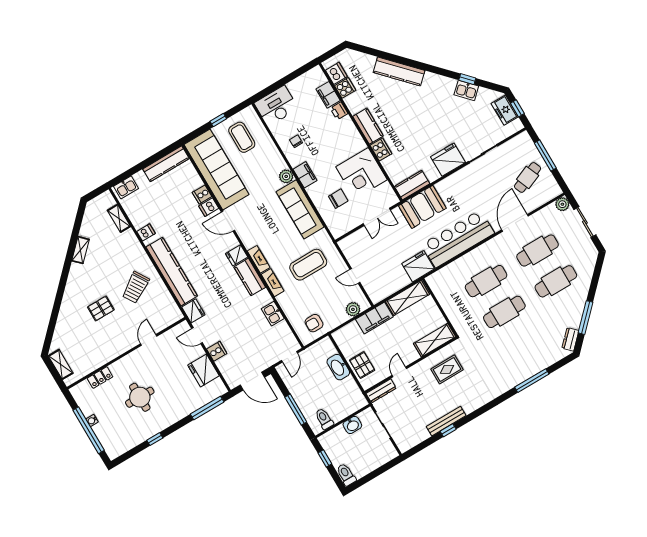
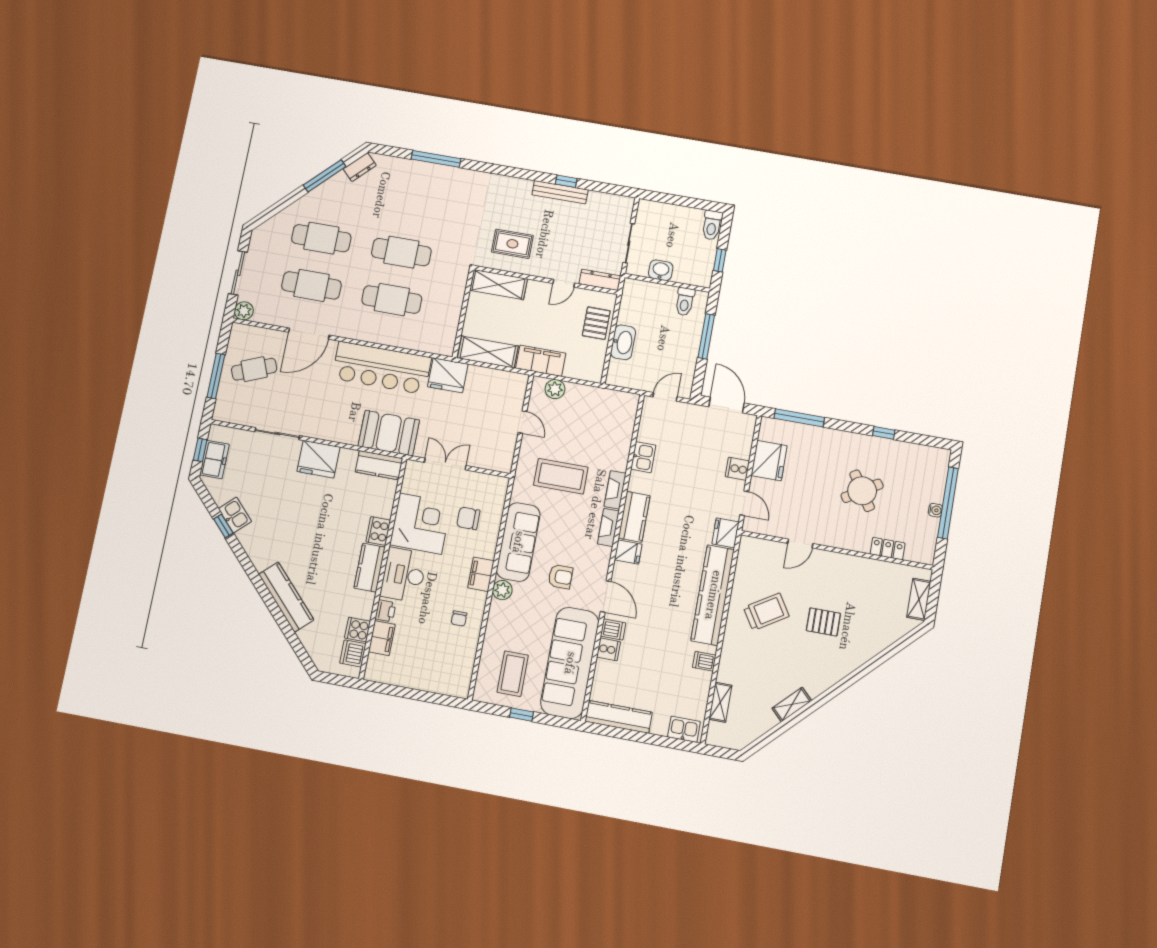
desk: (276, 106) -> (404, 575), moved, turned 90
armchair: (314, 323) -> (560, 577), moved
round table: (140, 397) -> (862, 491), turned -32

